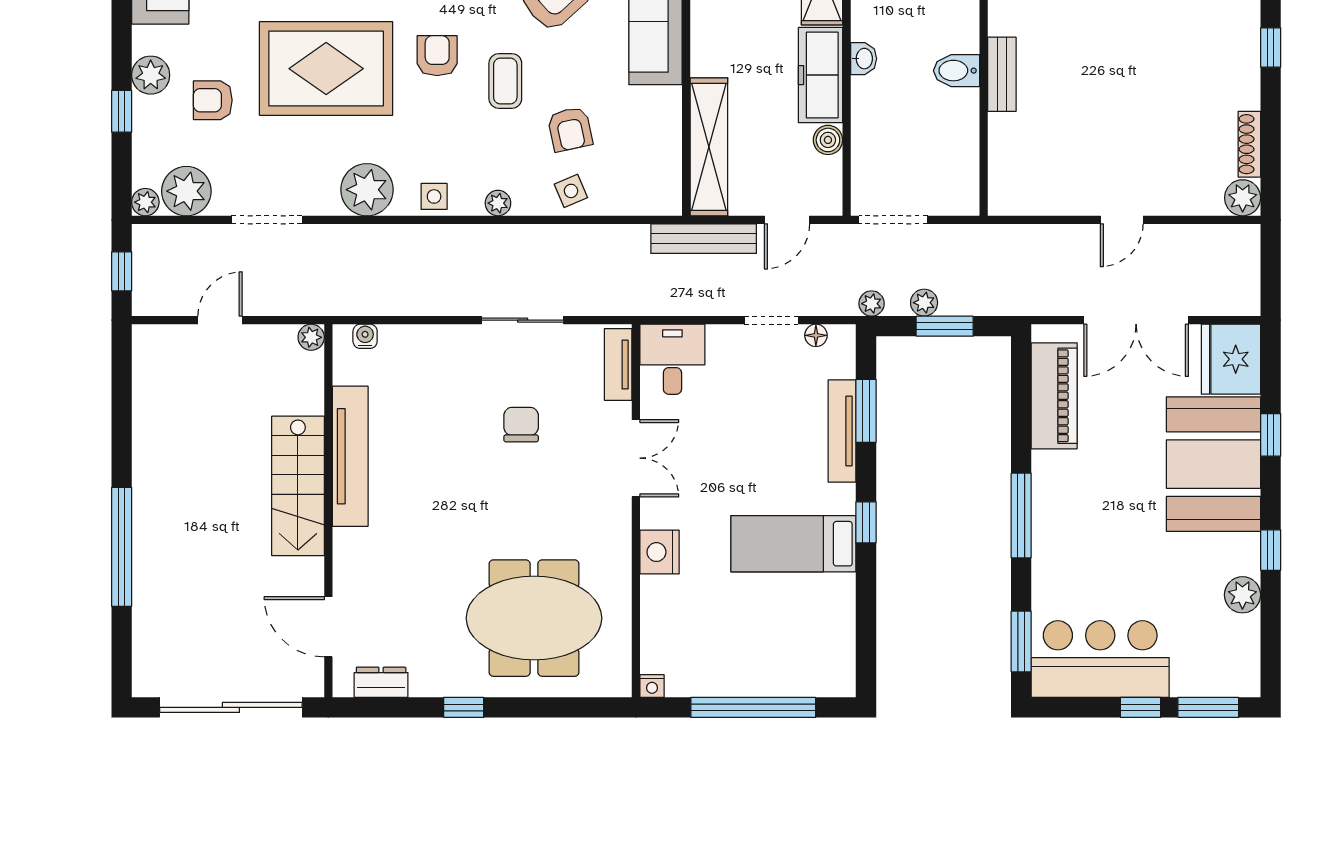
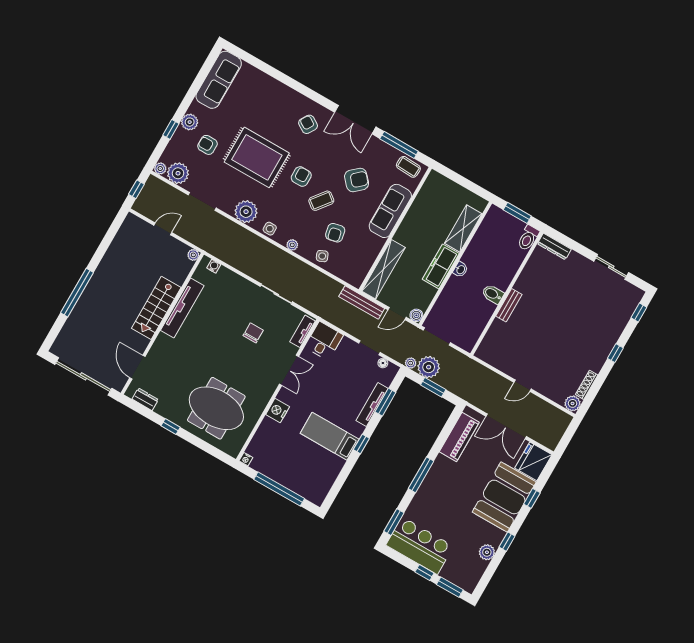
coffee table: (505, 81) -> (321, 201), turned 38
boiler: (828, 140) -> (416, 315), moved
plant: (924, 303) -> (429, 367), width x1.87, depth x1.87

